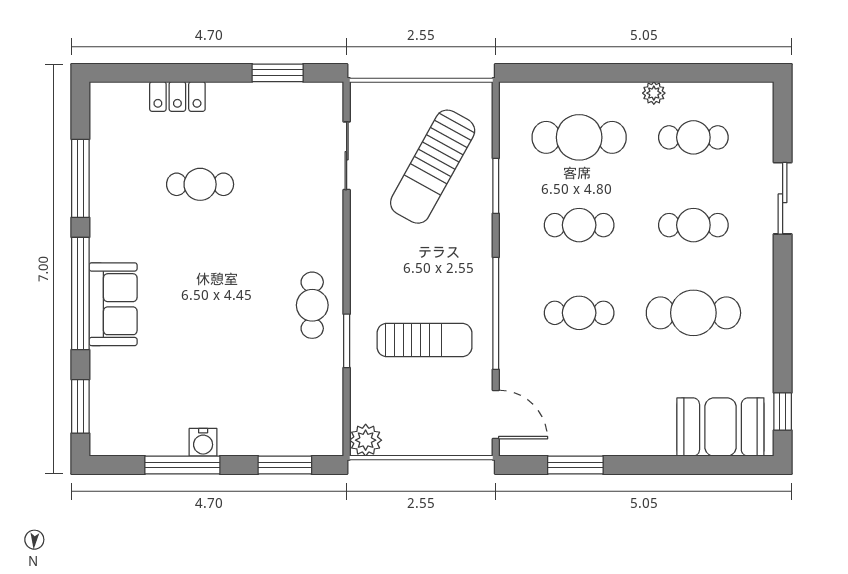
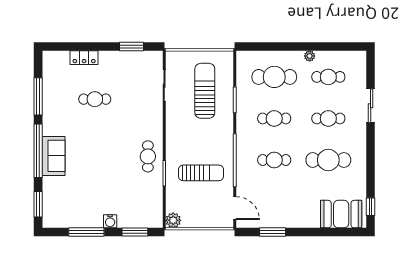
sun lounger: (433, 167) -> (205, 91), turned 151
water cooler: (203, 442) -> (110, 221), moved

